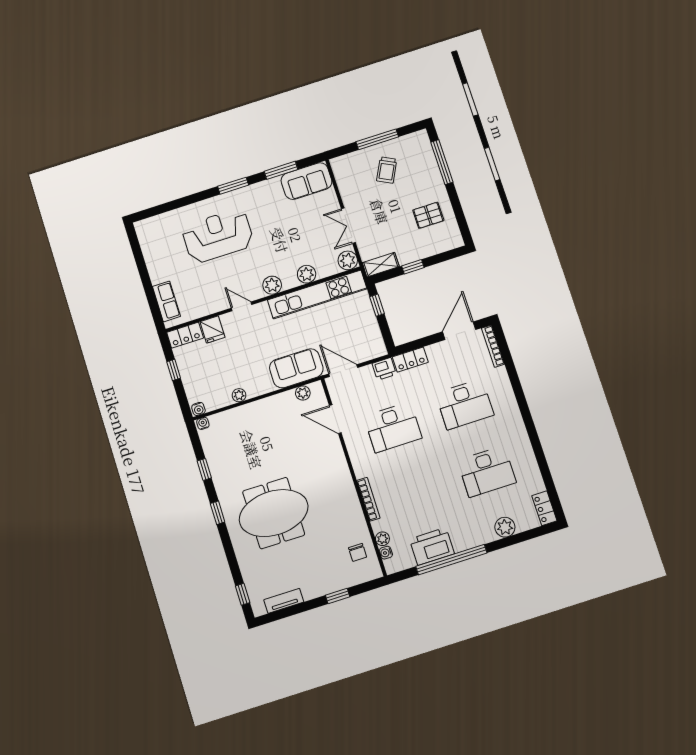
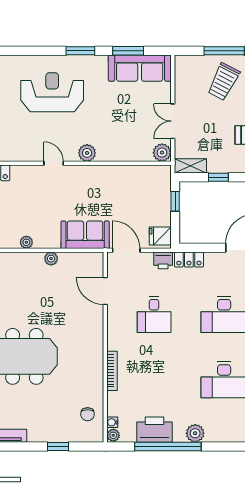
trolley: (387, 170) -> (224, 82), width x1.36, depth x1.39
sofa: (306, 181) -> (140, 68), width x1.36
plant: (307, 274) -> (121, 153), removed
kitchen unit: (317, 294) -> (125, 174), removed
fridge: (212, 330) -> (160, 236), moved, turned 90
plant: (303, 393) -> (51, 259), moved
desk: (393, 427) -> (154, 315), width x0.73
plant: (505, 527) -> (195, 433), moved
plant: (382, 539) -> (113, 435), moved

